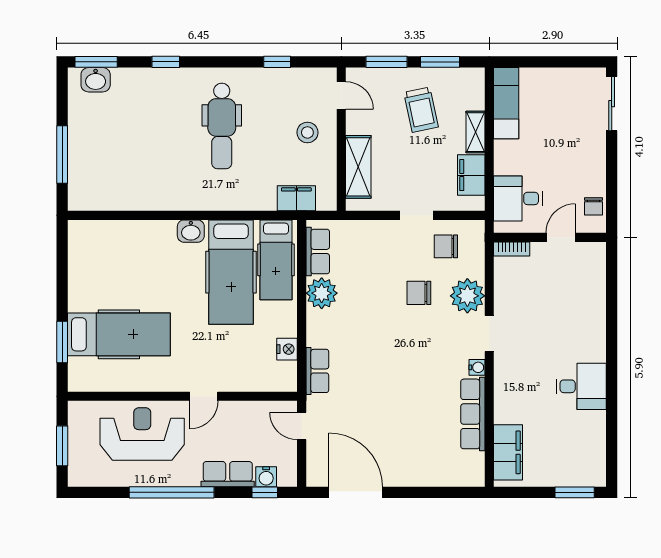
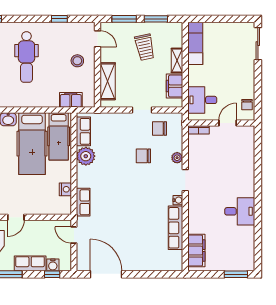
plant: (467, 296) -> (177, 158), width x0.53, depth x0.53

